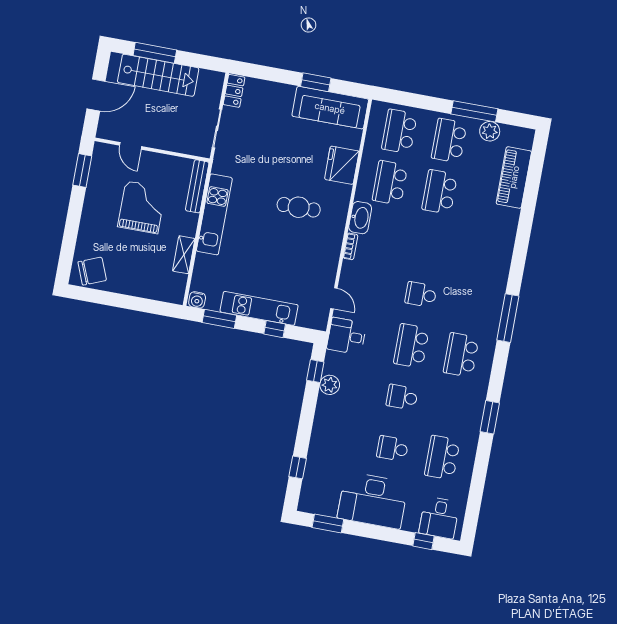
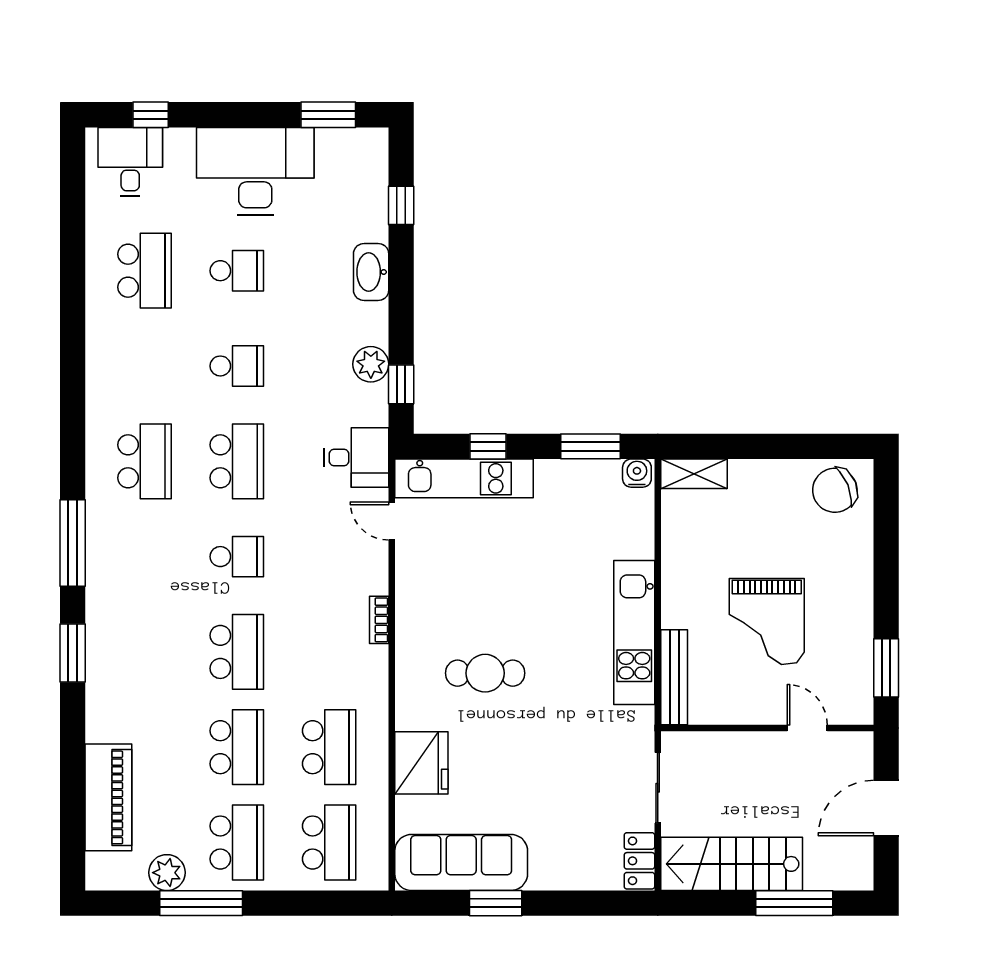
stairs: (158, 75) -> (732, 864), moved
washbasin: (360, 218) -> (371, 272), moved
school desk: (430, 243) -> (237, 652), added
shelving: (184, 255) -> (694, 474), moved, turned 90
kitchen unit: (259, 308) -> (464, 478), moved
window: (490, 417) -> (73, 653), moved

